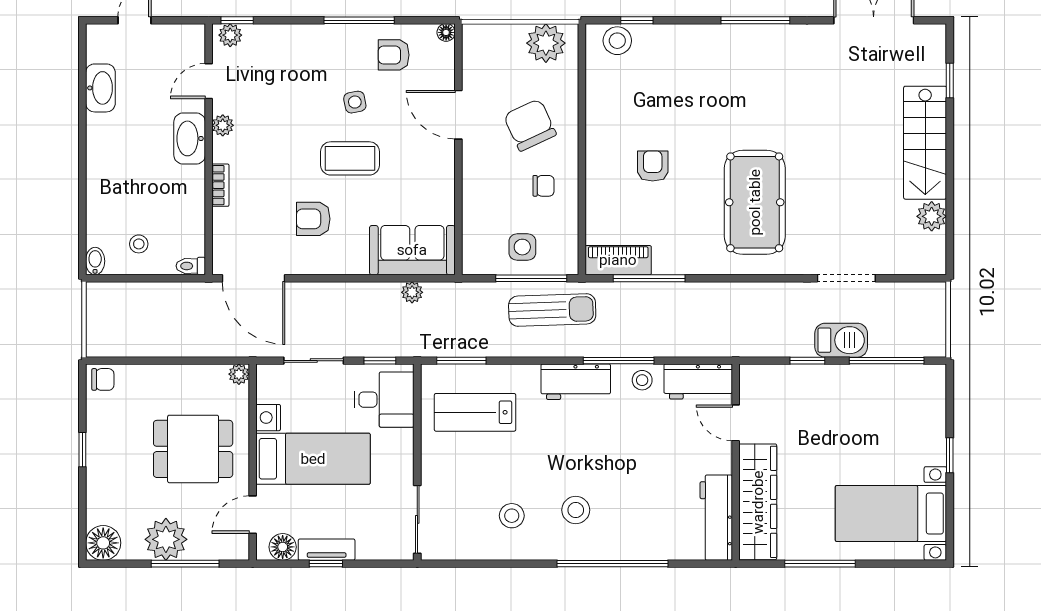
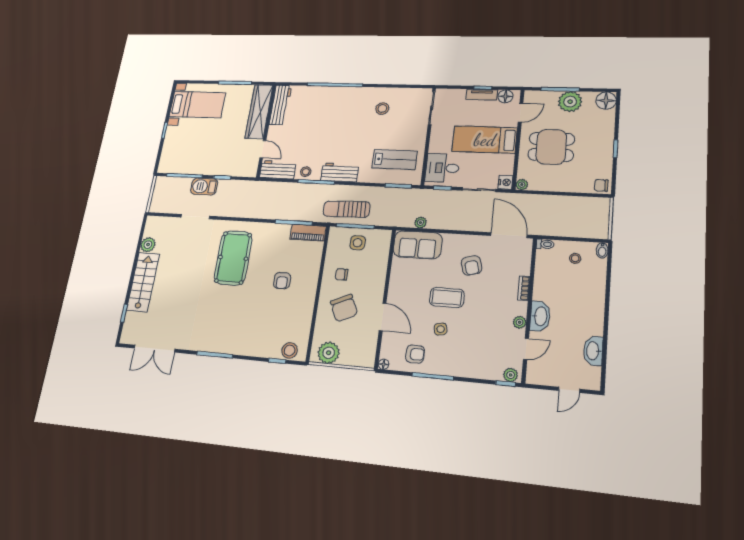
armchair: (313, 219) -> (472, 265), turned 74
nightstand: (268, 418) -> (505, 182), moved
stool: (576, 510) -> (349, 110), removed

